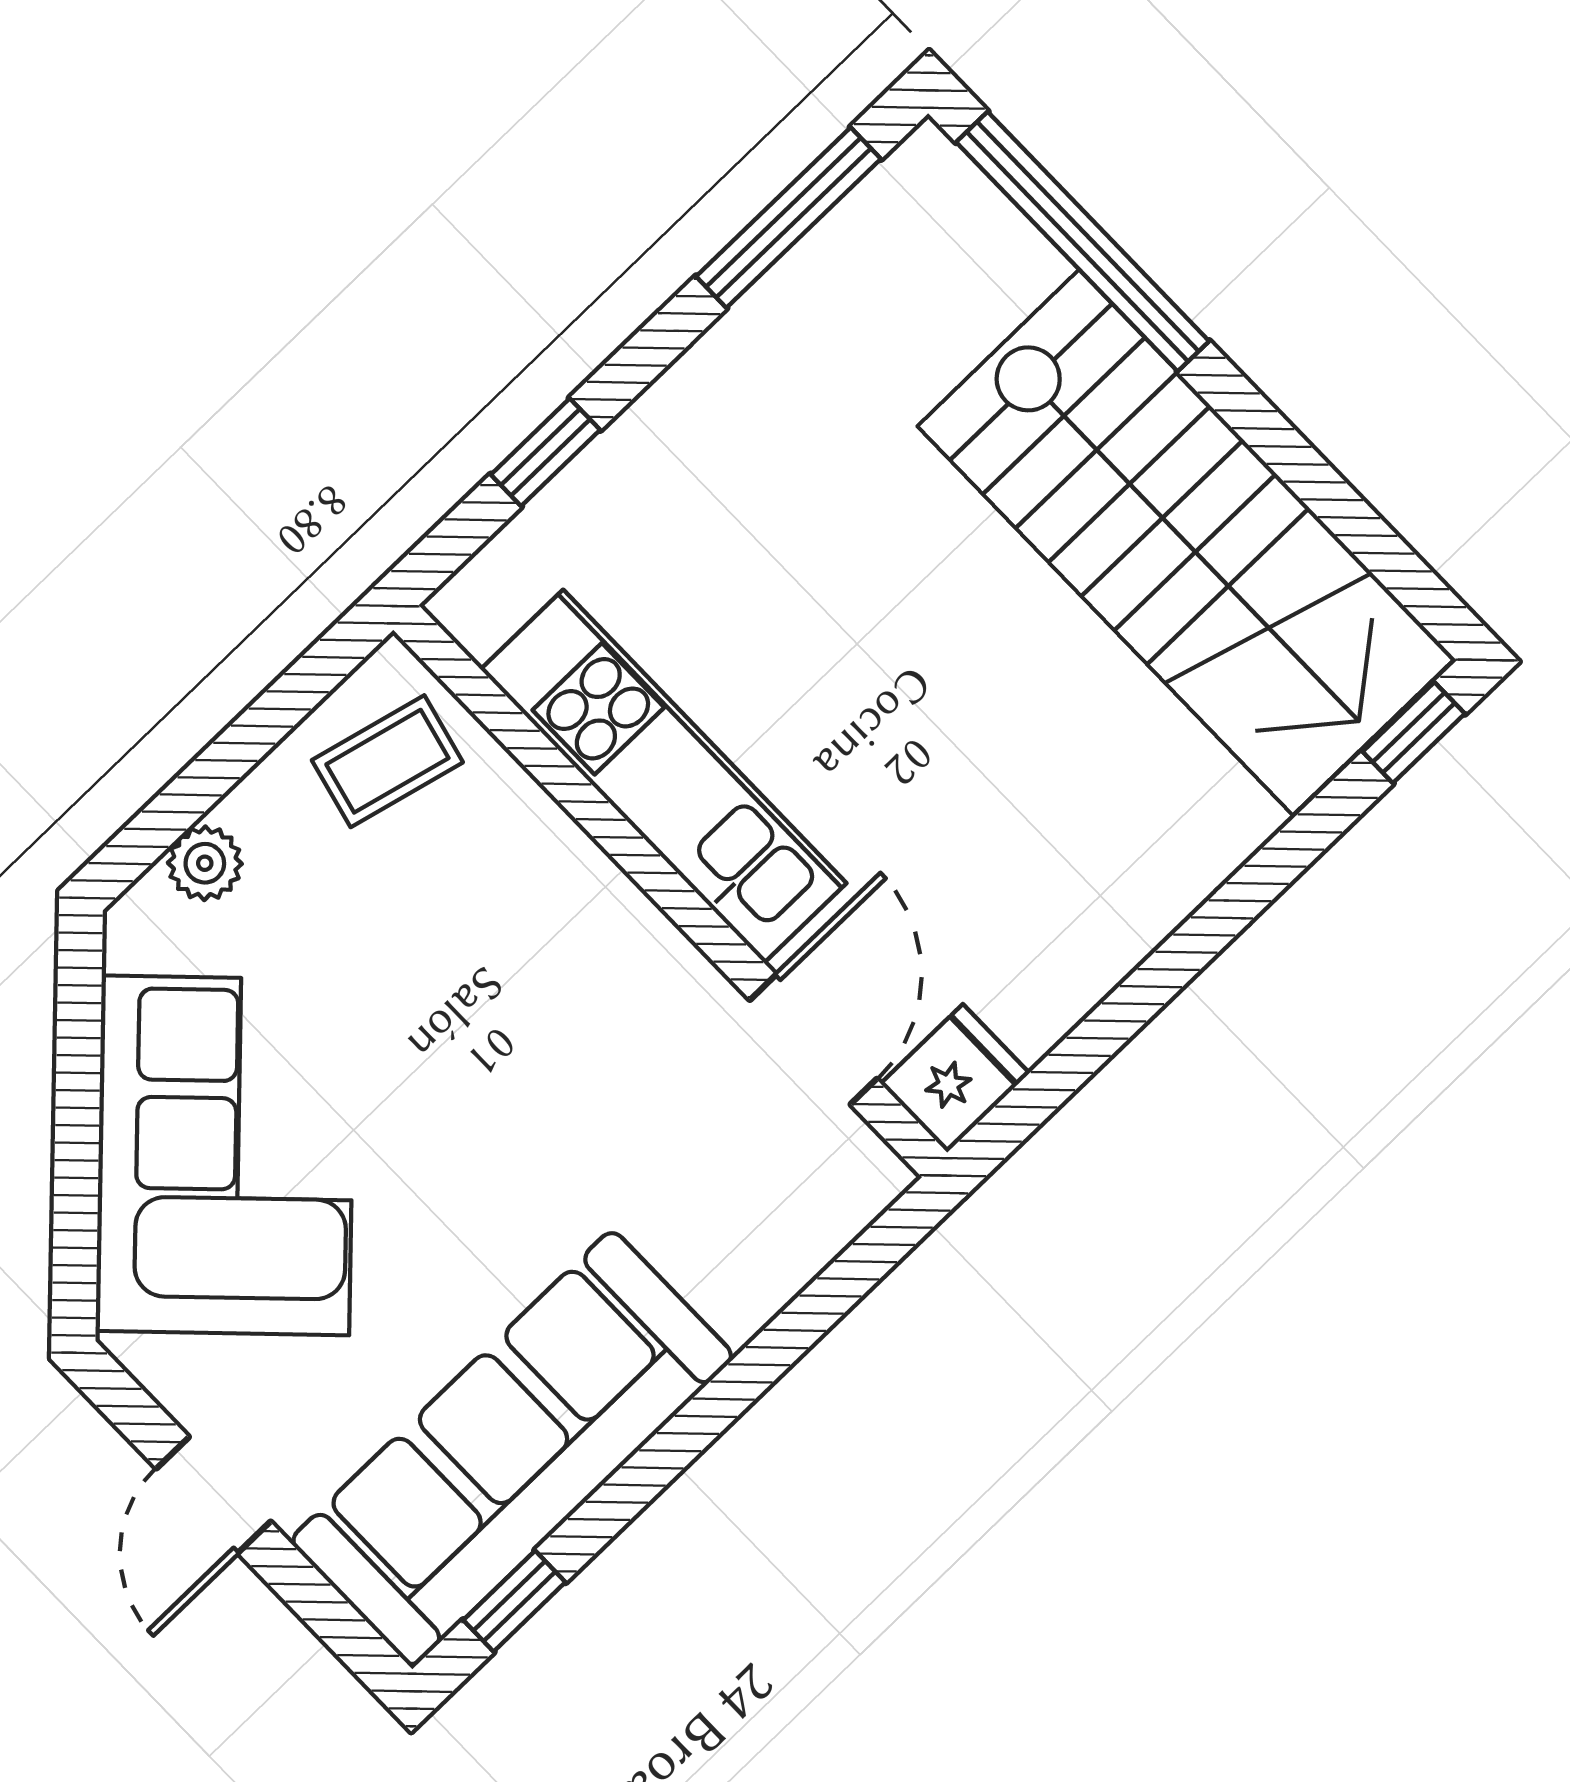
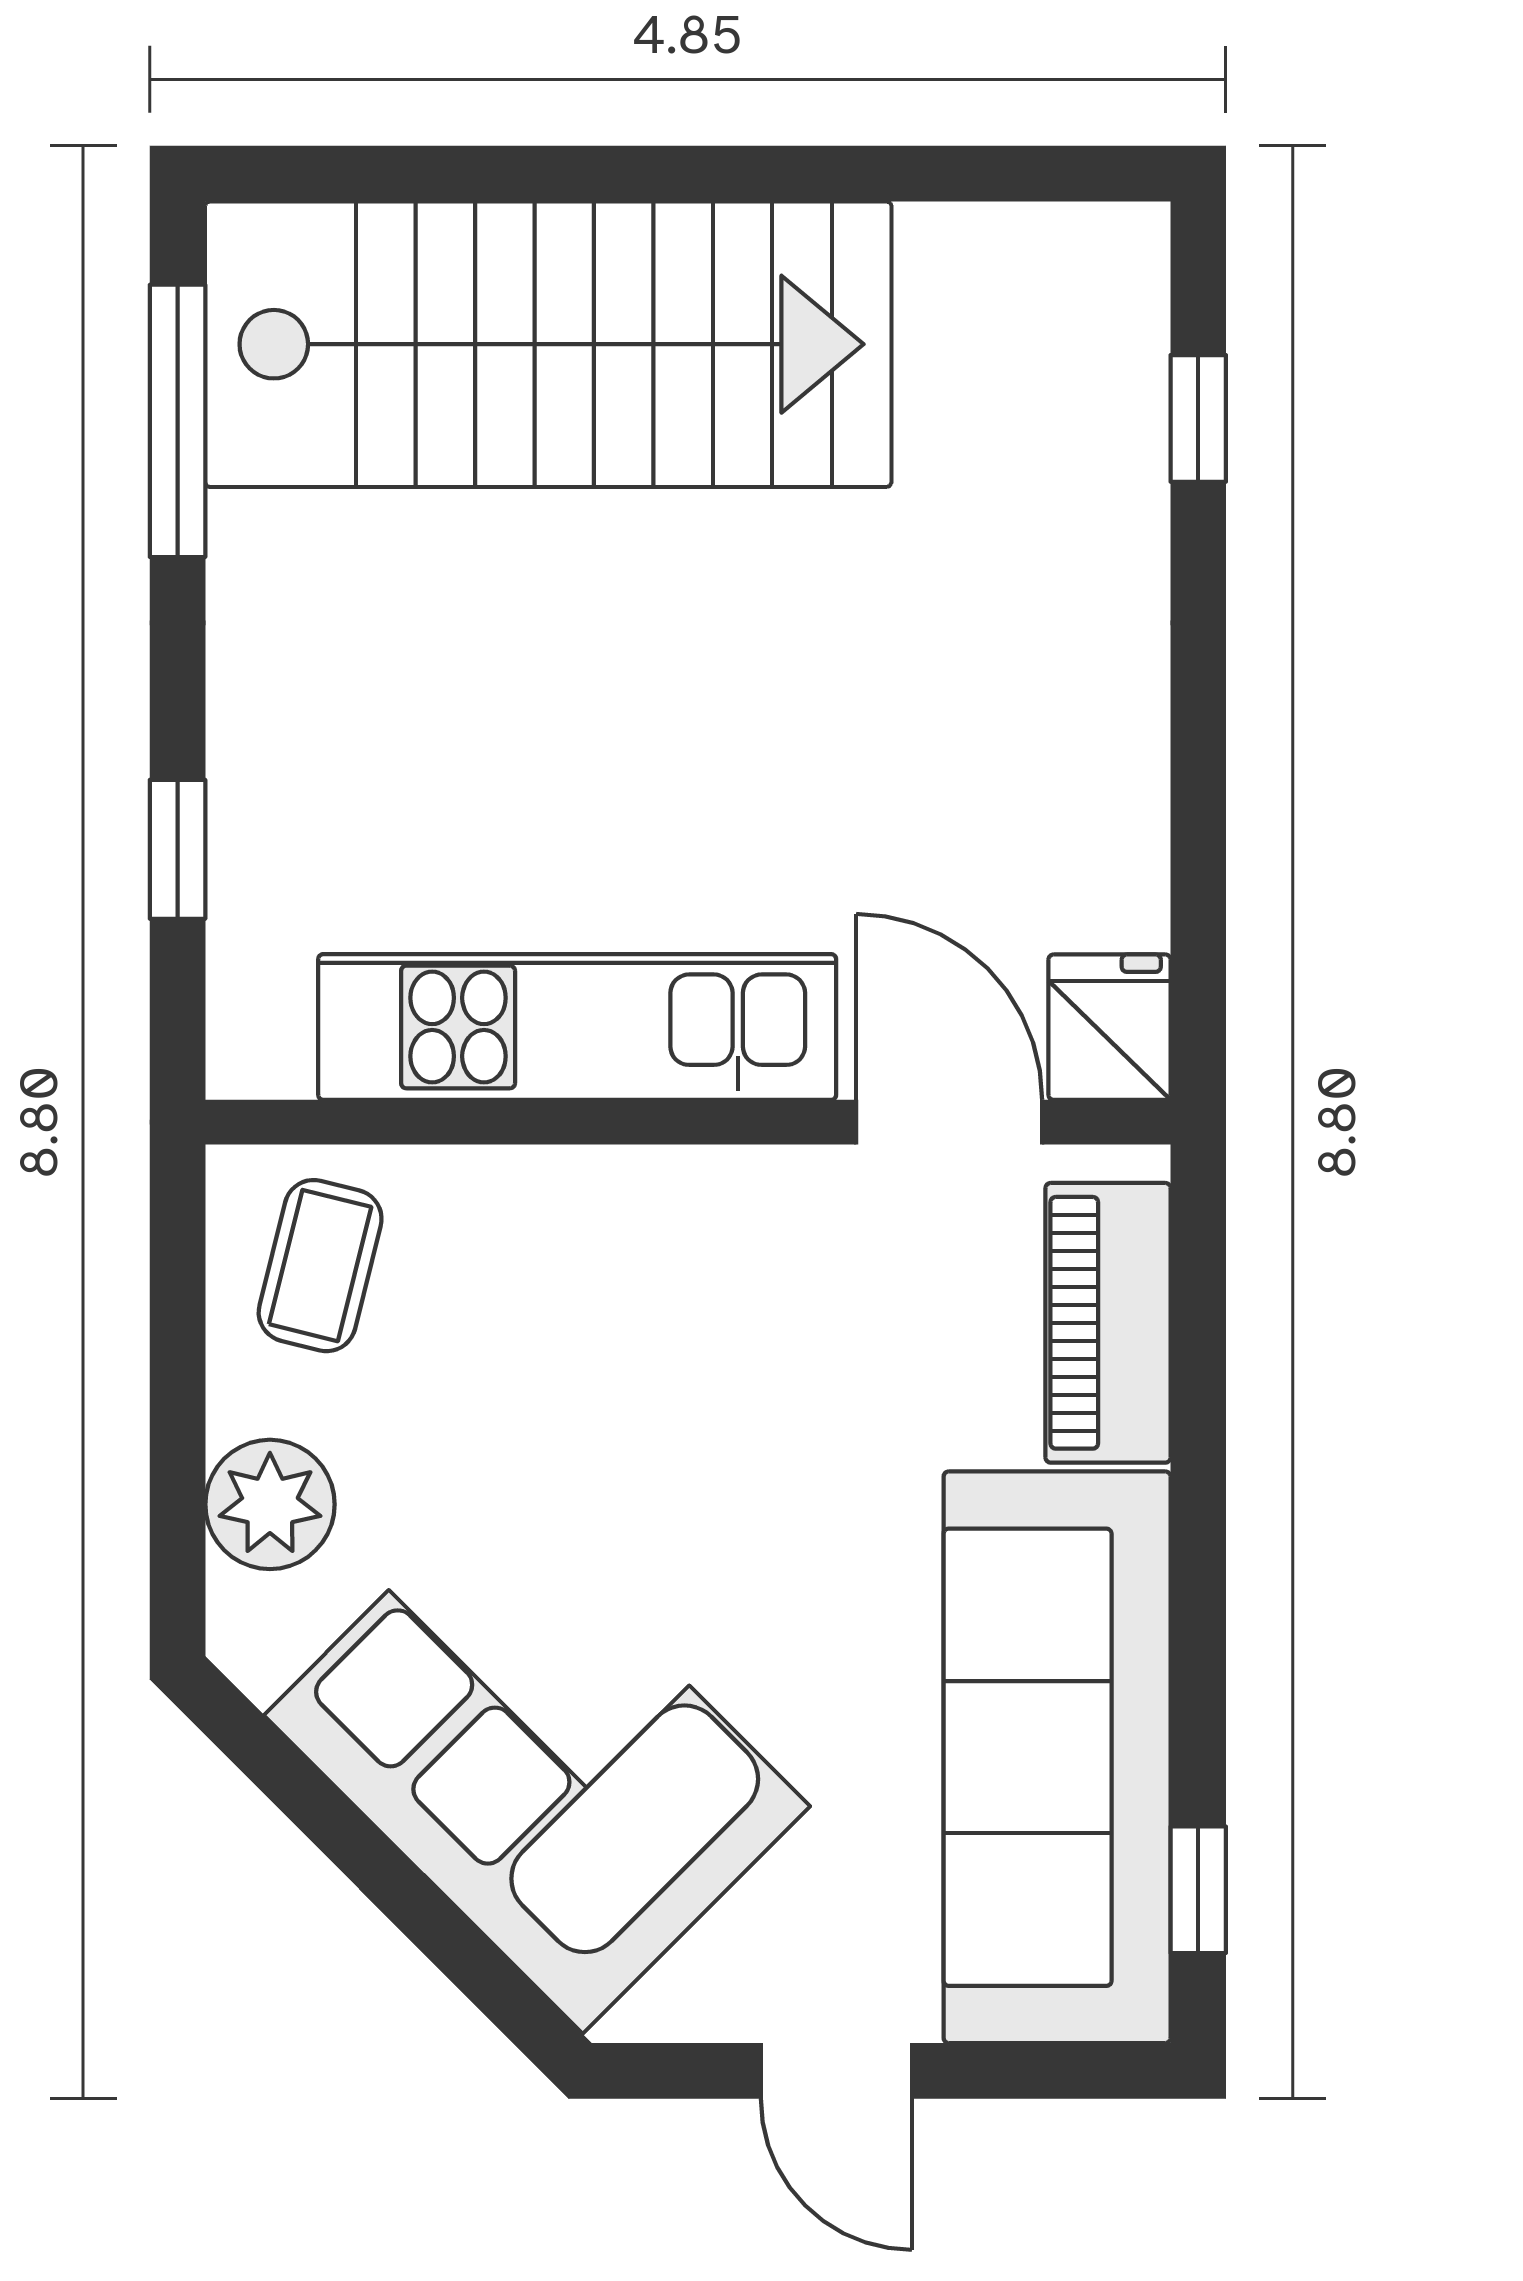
window: (1083, 242) -> (459, 174), removed
stairs: (1186, 542) -> (548, 344), moved
window: (1414, 733) -> (1198, 418), moved
plant: (205, 863) -> (270, 1504), width x1.38, depth x1.38
piano: (787, 1239) -> (1108, 1323), added

